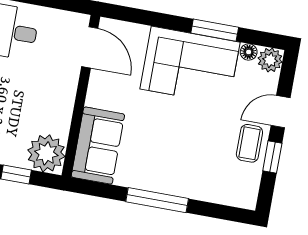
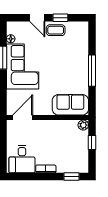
plant: (270, 60) -> (13, 28), removed
plant: (46, 153) -> (83, 125), width x0.53, depth x0.53

